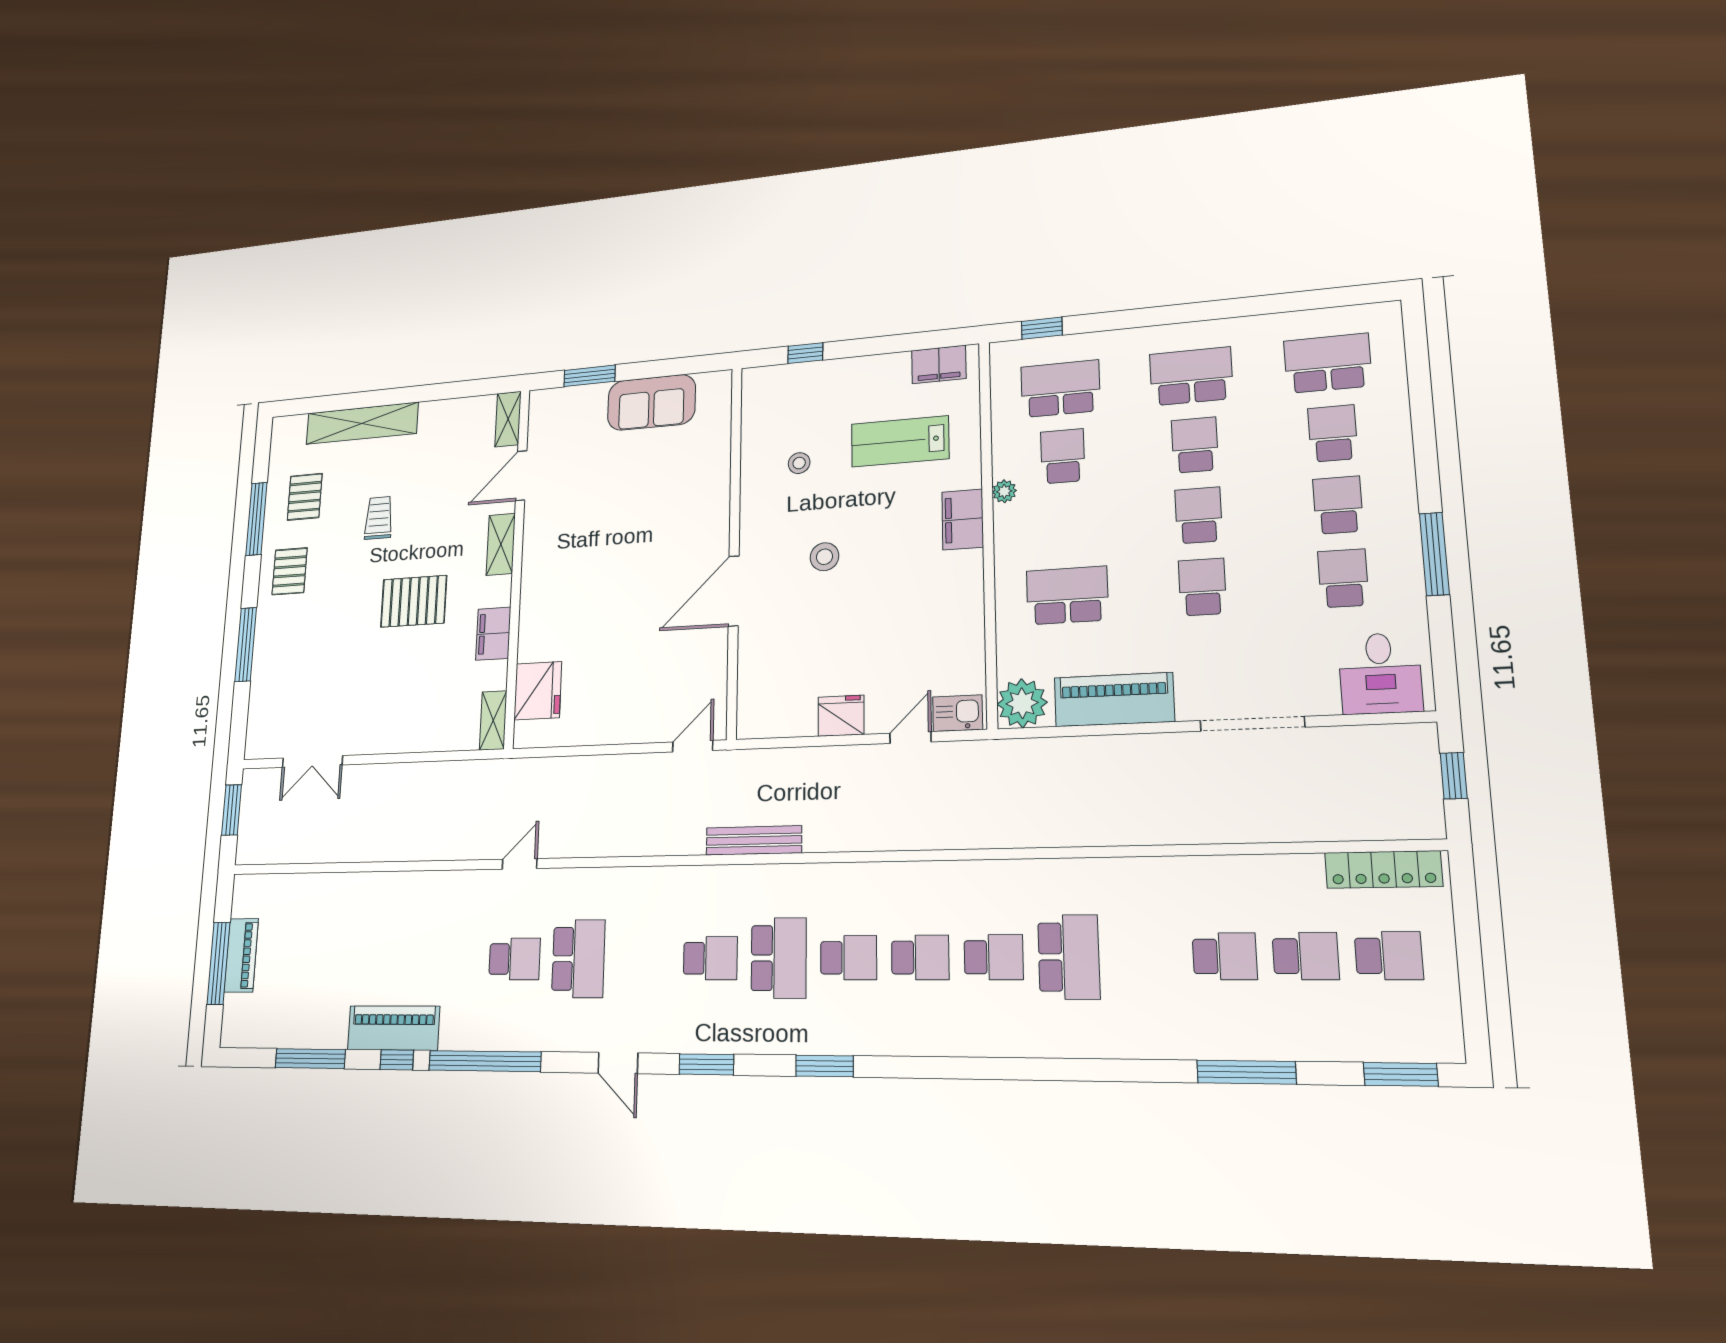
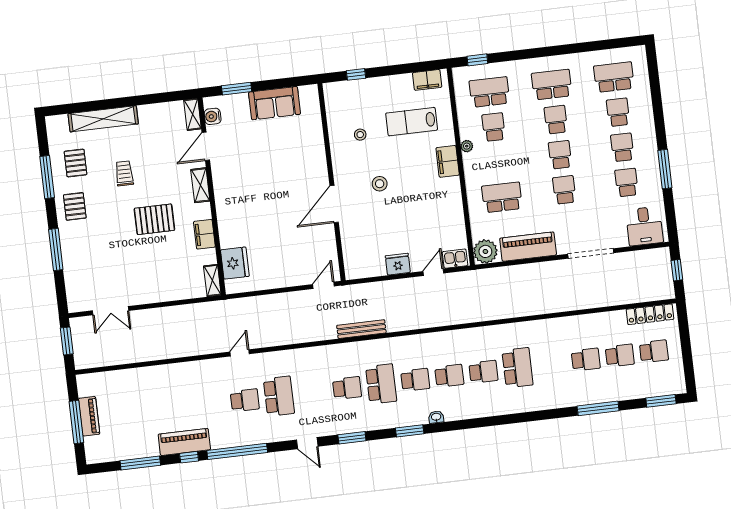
water cooler: (541, 423) -> (213, 116), added
washbasin: (883, 1043) -> (436, 417), added

